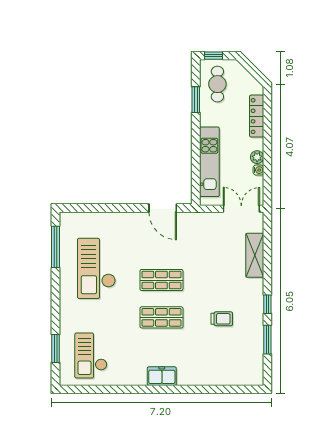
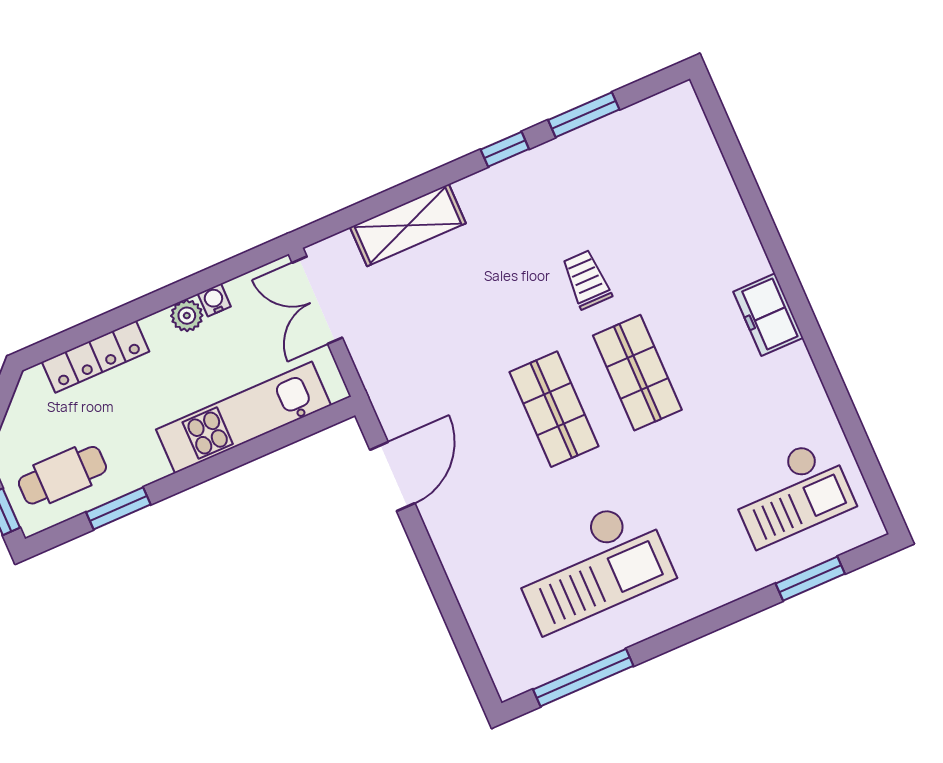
trolley: (222, 319) -> (587, 280), moved

